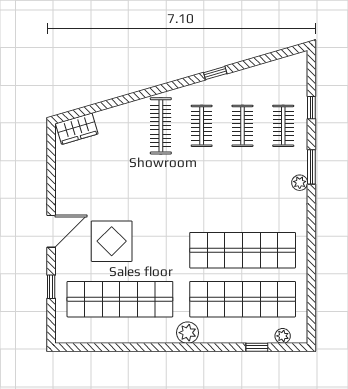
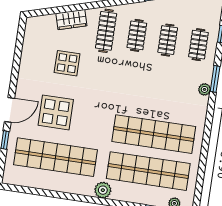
wardrobe: (77, 129) -> (71, 20), moved
display table: (117, 175) -> (67, 63), added
door: (51, 231) -> (9, 110), moved

